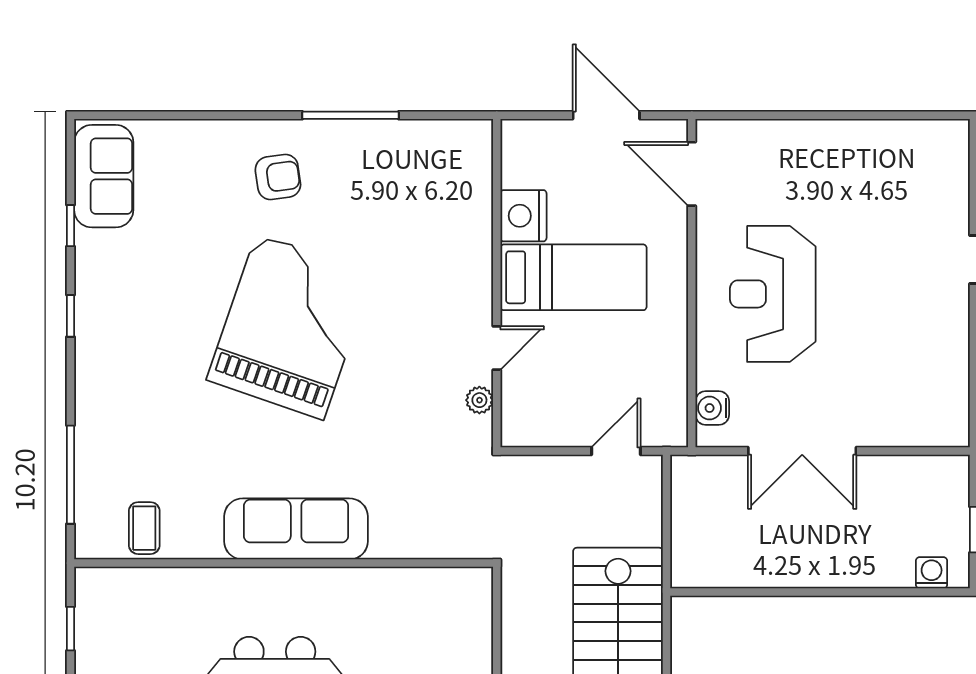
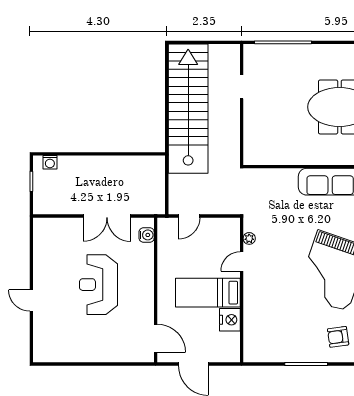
reception desk: (773, 294) -> (98, 285), moved, turned 180
double door: (802, 451) -> (107, 216), swing flipped

